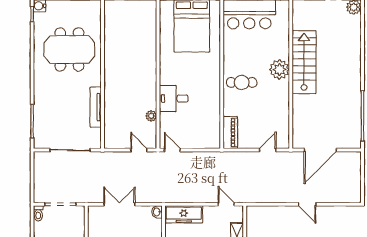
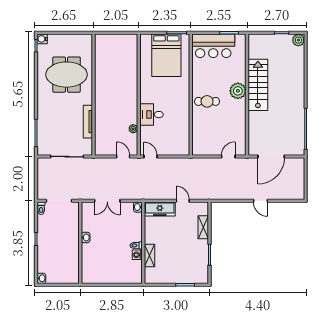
piano: (230, 133) -> (198, 142), removed
double door: (119, 204) -> (107, 201), swing flipped
door: (226, 204) -> (183, 201), moved

